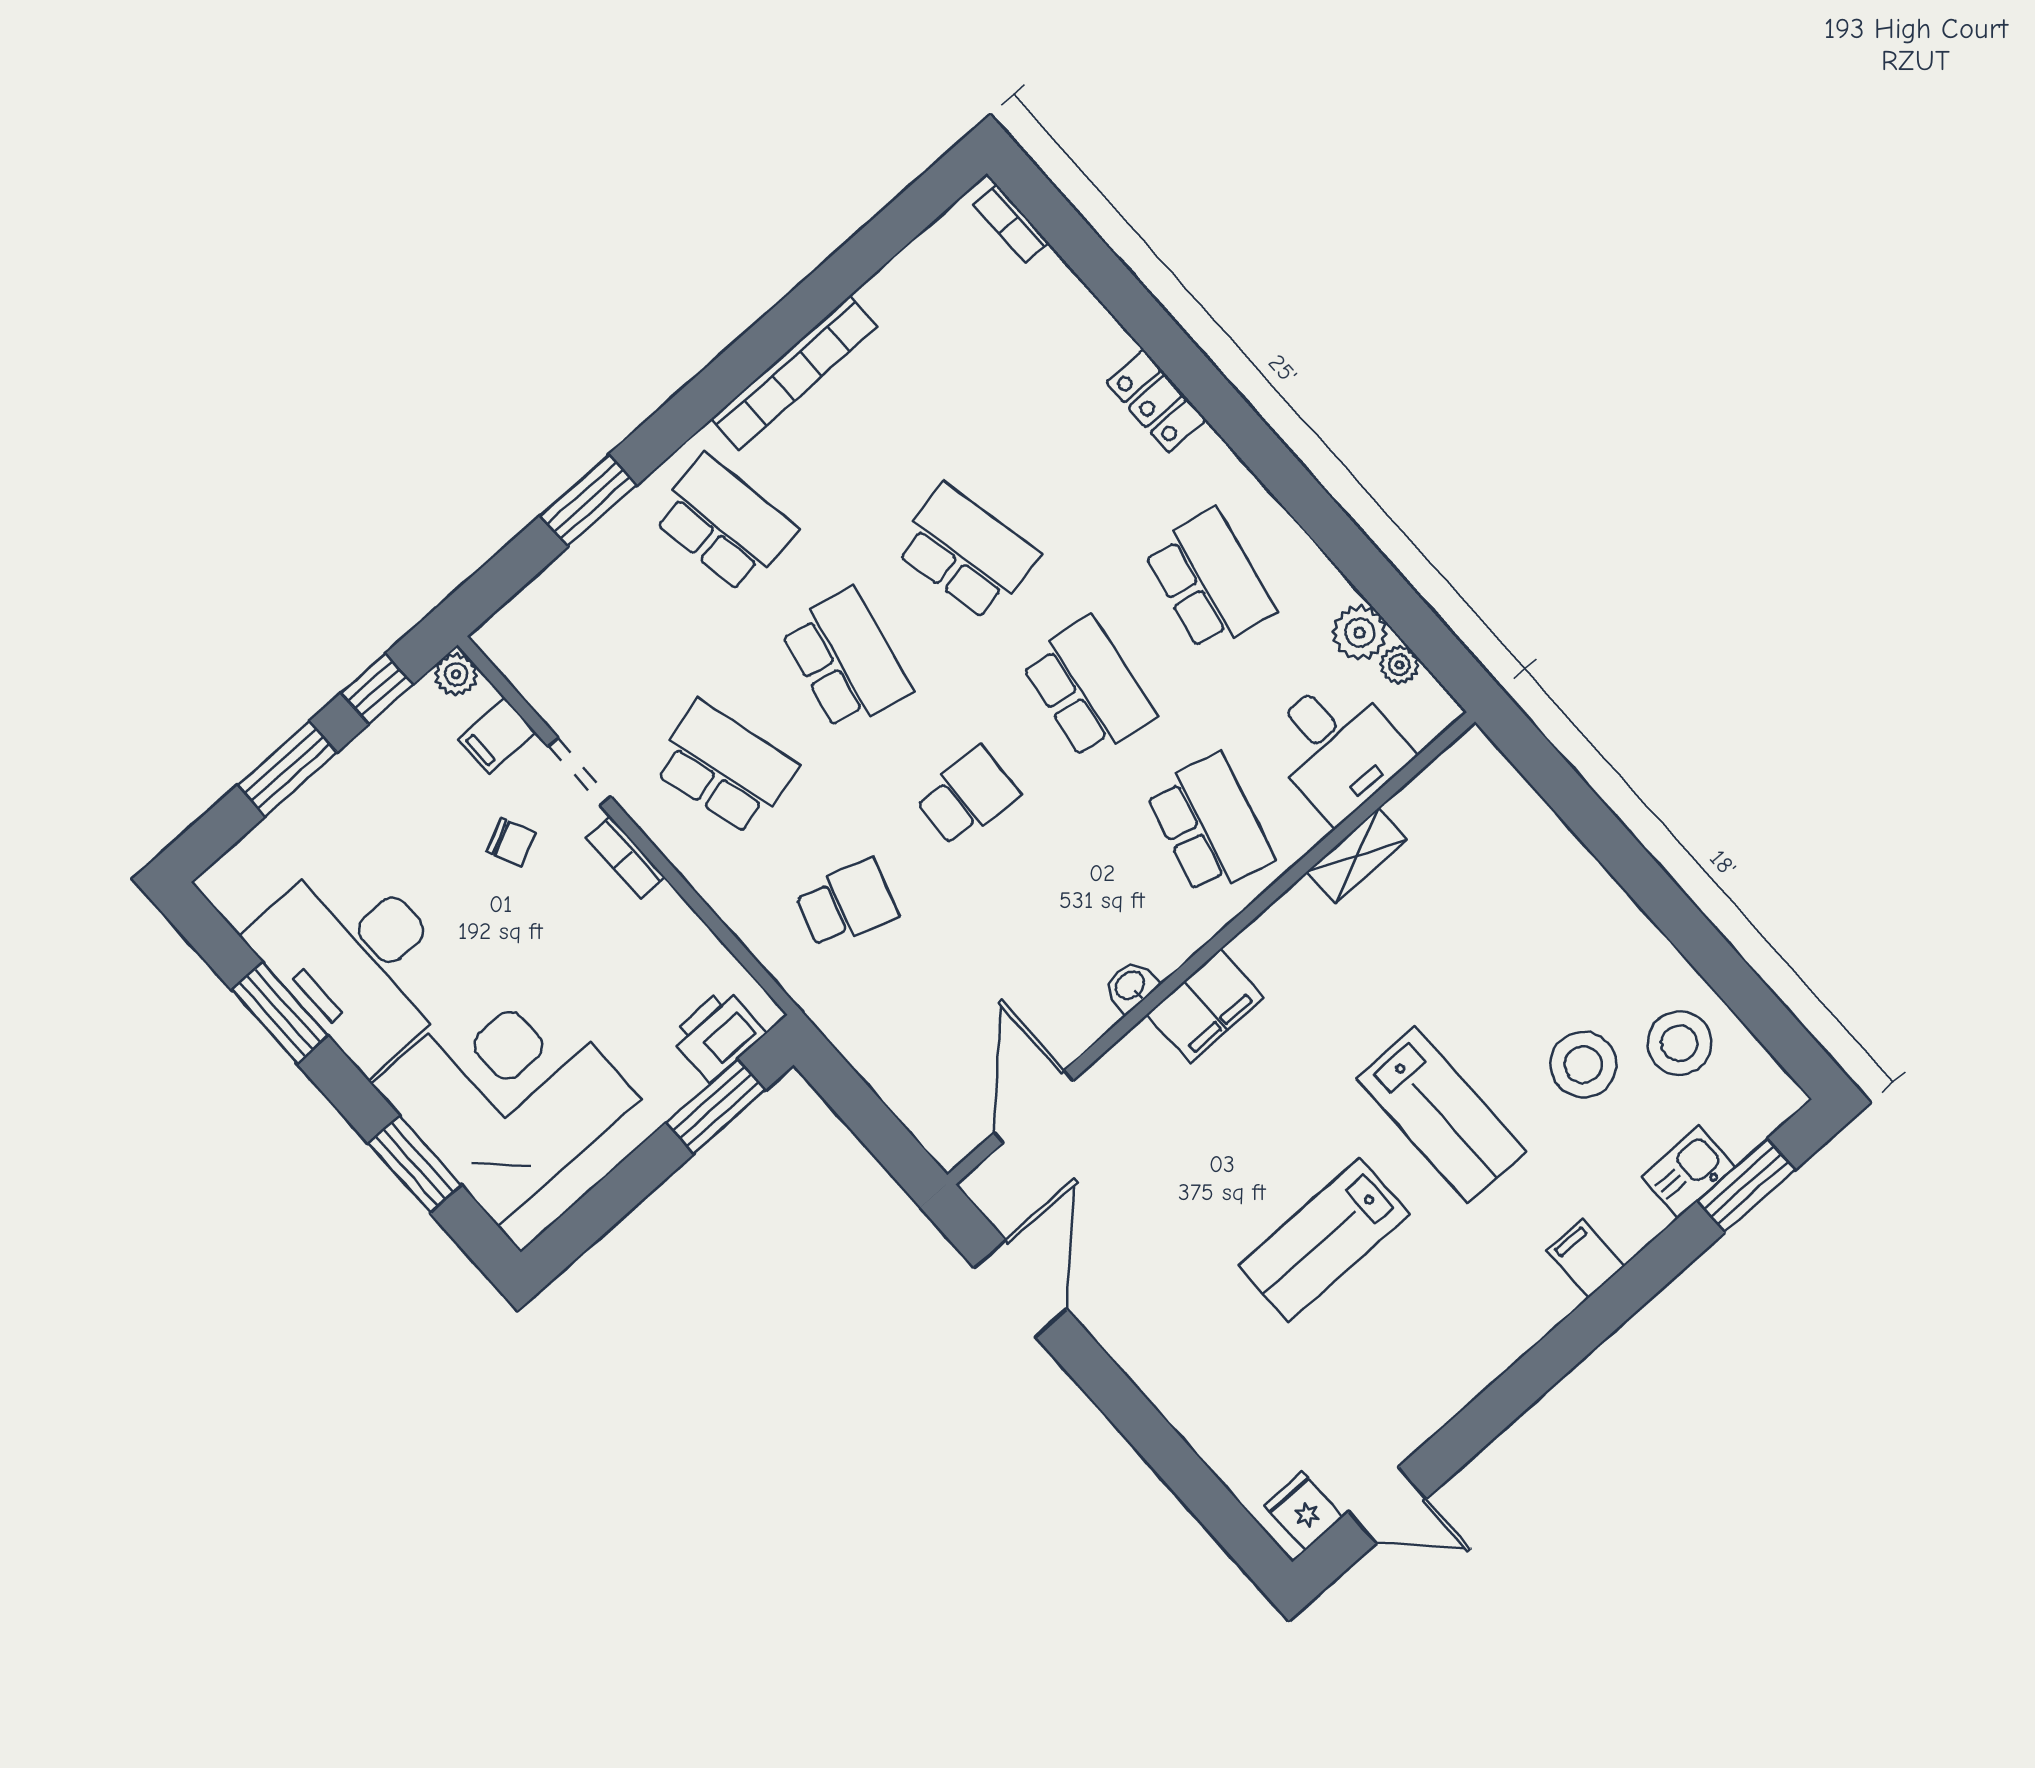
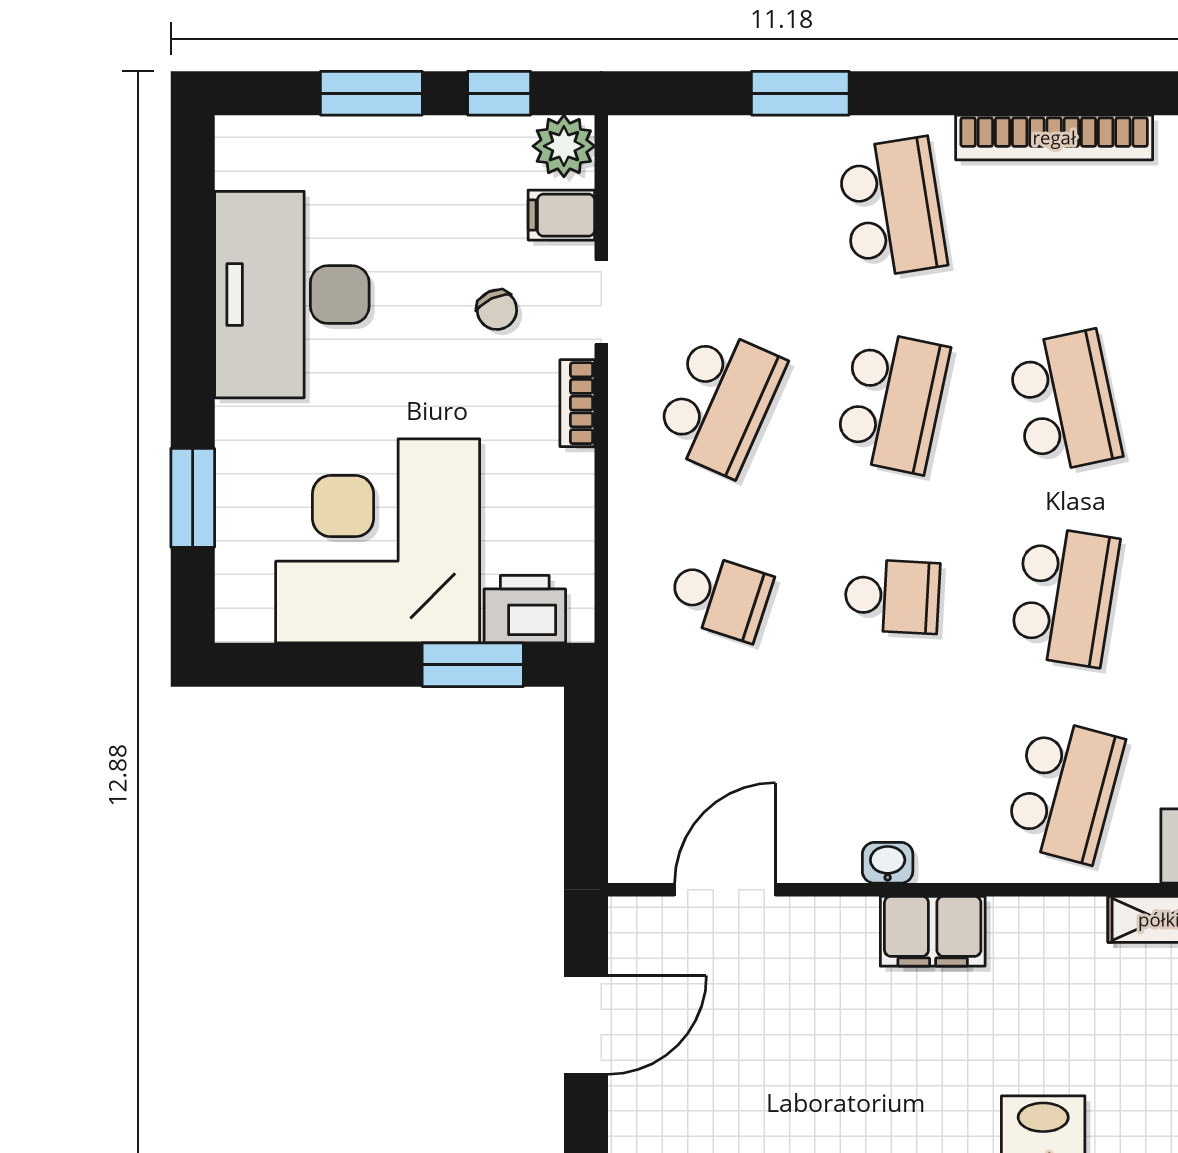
plant: (456, 674) -> (564, 146), width x1.38, depth x1.38
school desk: (725, 768) -> (720, 402), turned 39
window: (280, 1013) -> (193, 282), removed
corner desk: (506, 1091) -> (378, 541), moved, turned -90

